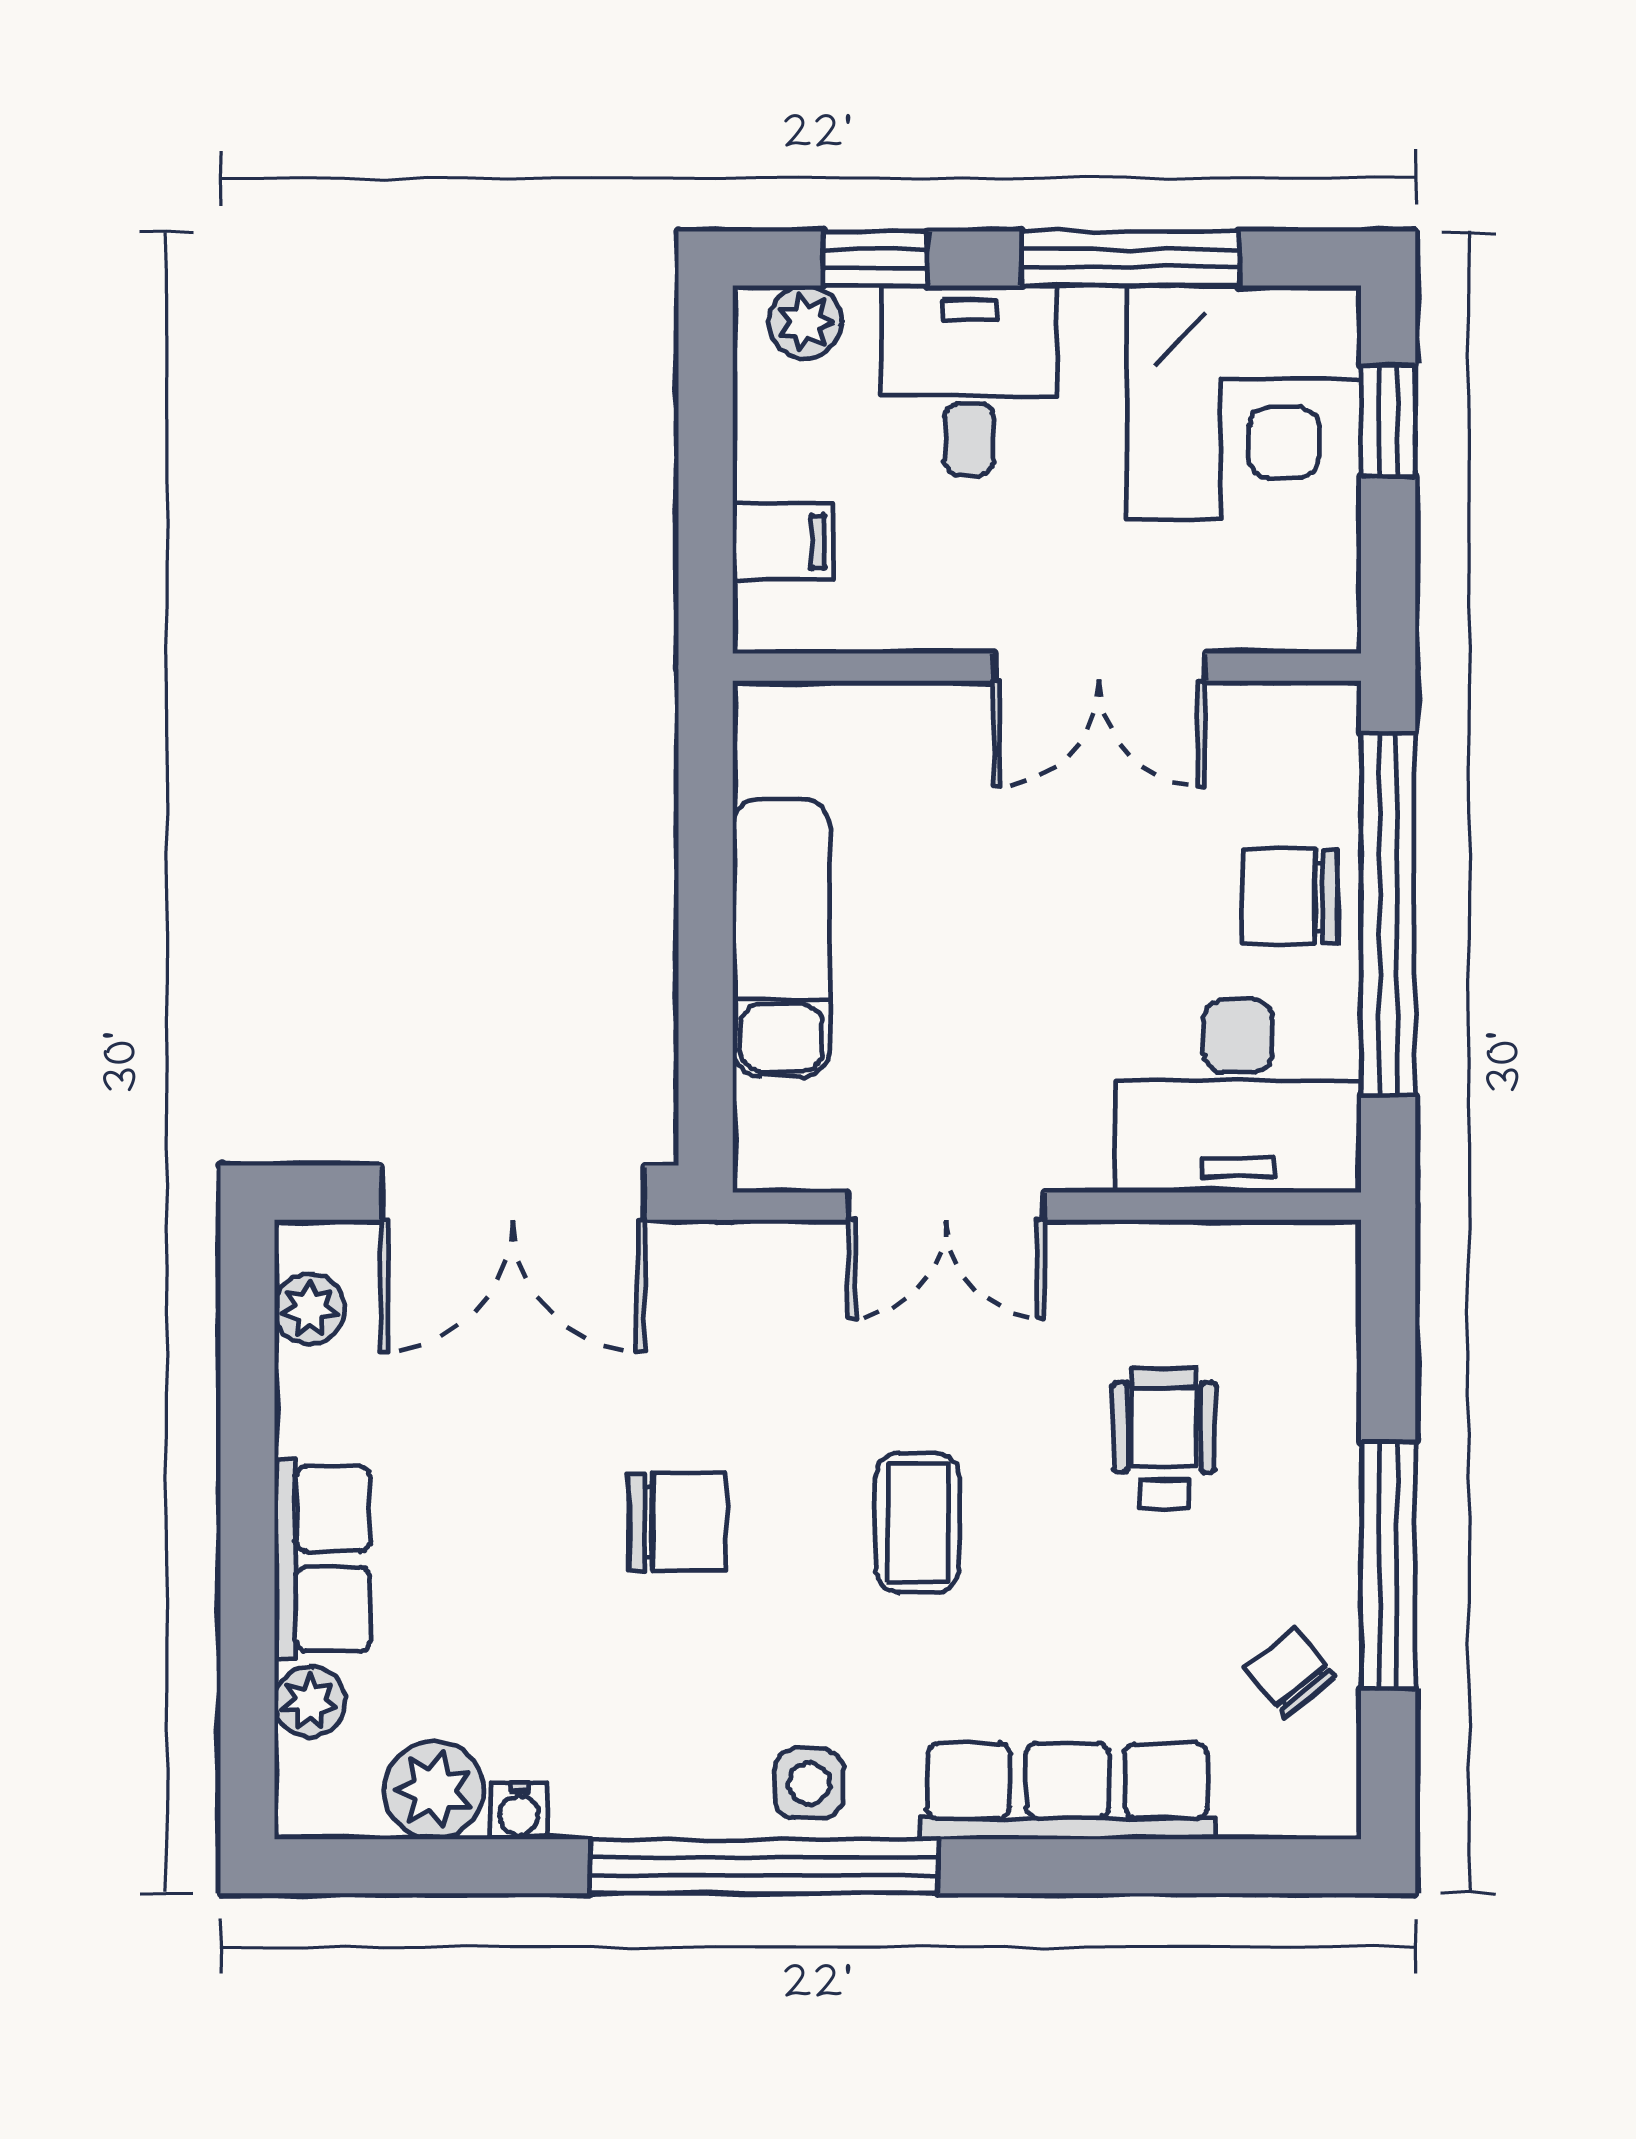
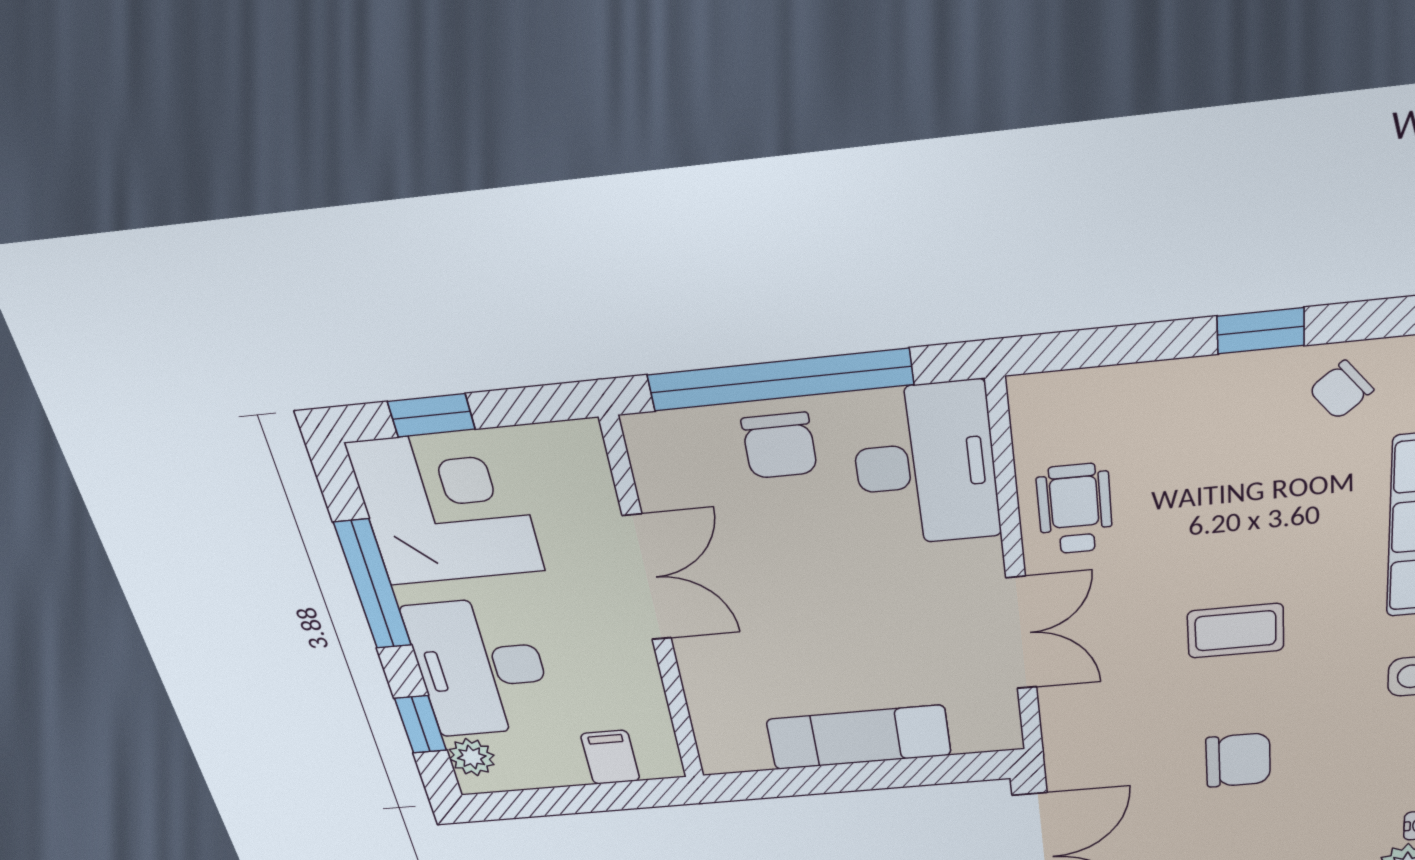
desk: (970, 380) -> (481, 668), width x1.37
wheelchair: (1164, 1438) -> (1075, 509), moved, turned 90
chair: (678, 1522) -> (1238, 760), turned 90
window: (1388, 1565) -> (1261, 331), width x0.46

